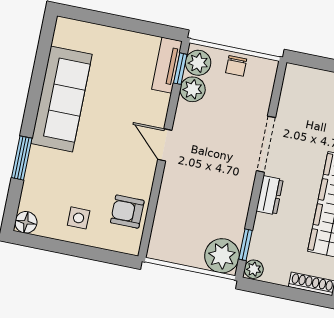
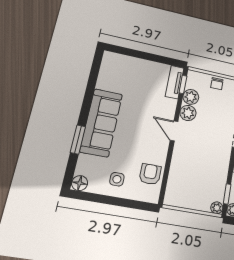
plant: (198, 63) -> (188, 113), moved
sofa: (61, 99) -> (101, 123), moved
armchair: (127, 212) -> (150, 174), turned 90
plant: (222, 256) -> (217, 208), width x0.53, depth x0.53

